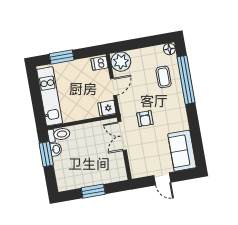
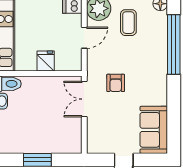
coffee table: (164, 77) -> (128, 23), moved
fridge: (107, 108) -> (46, 61), moved, turned 90

